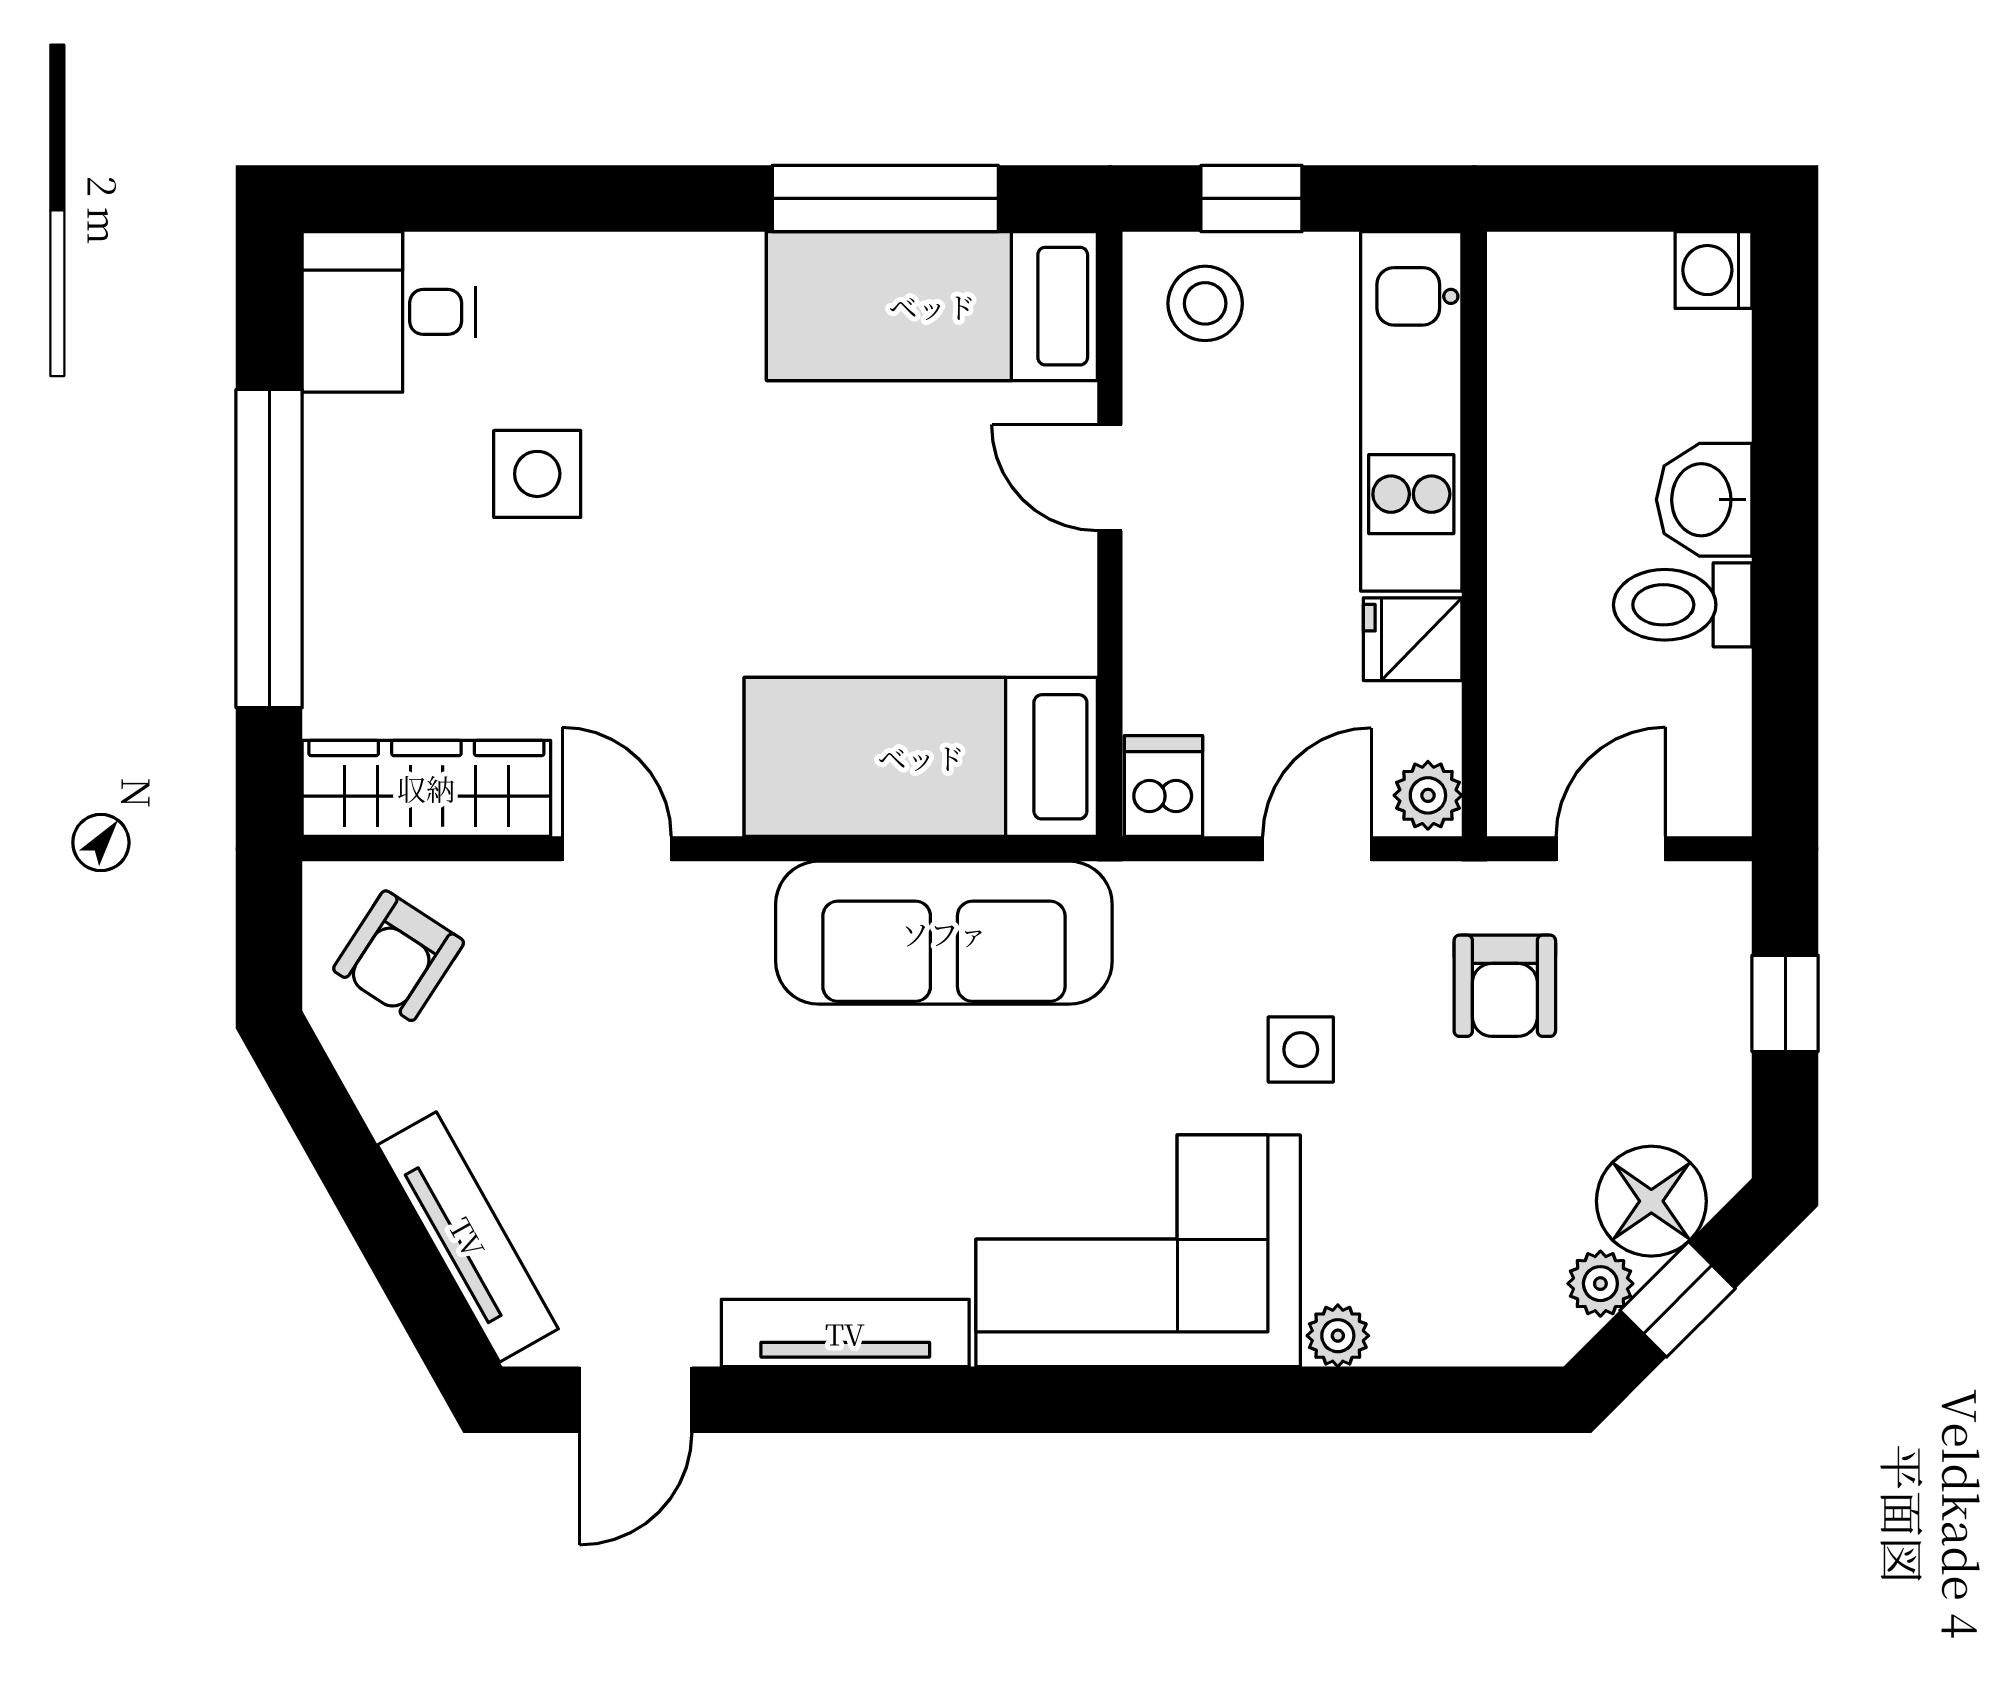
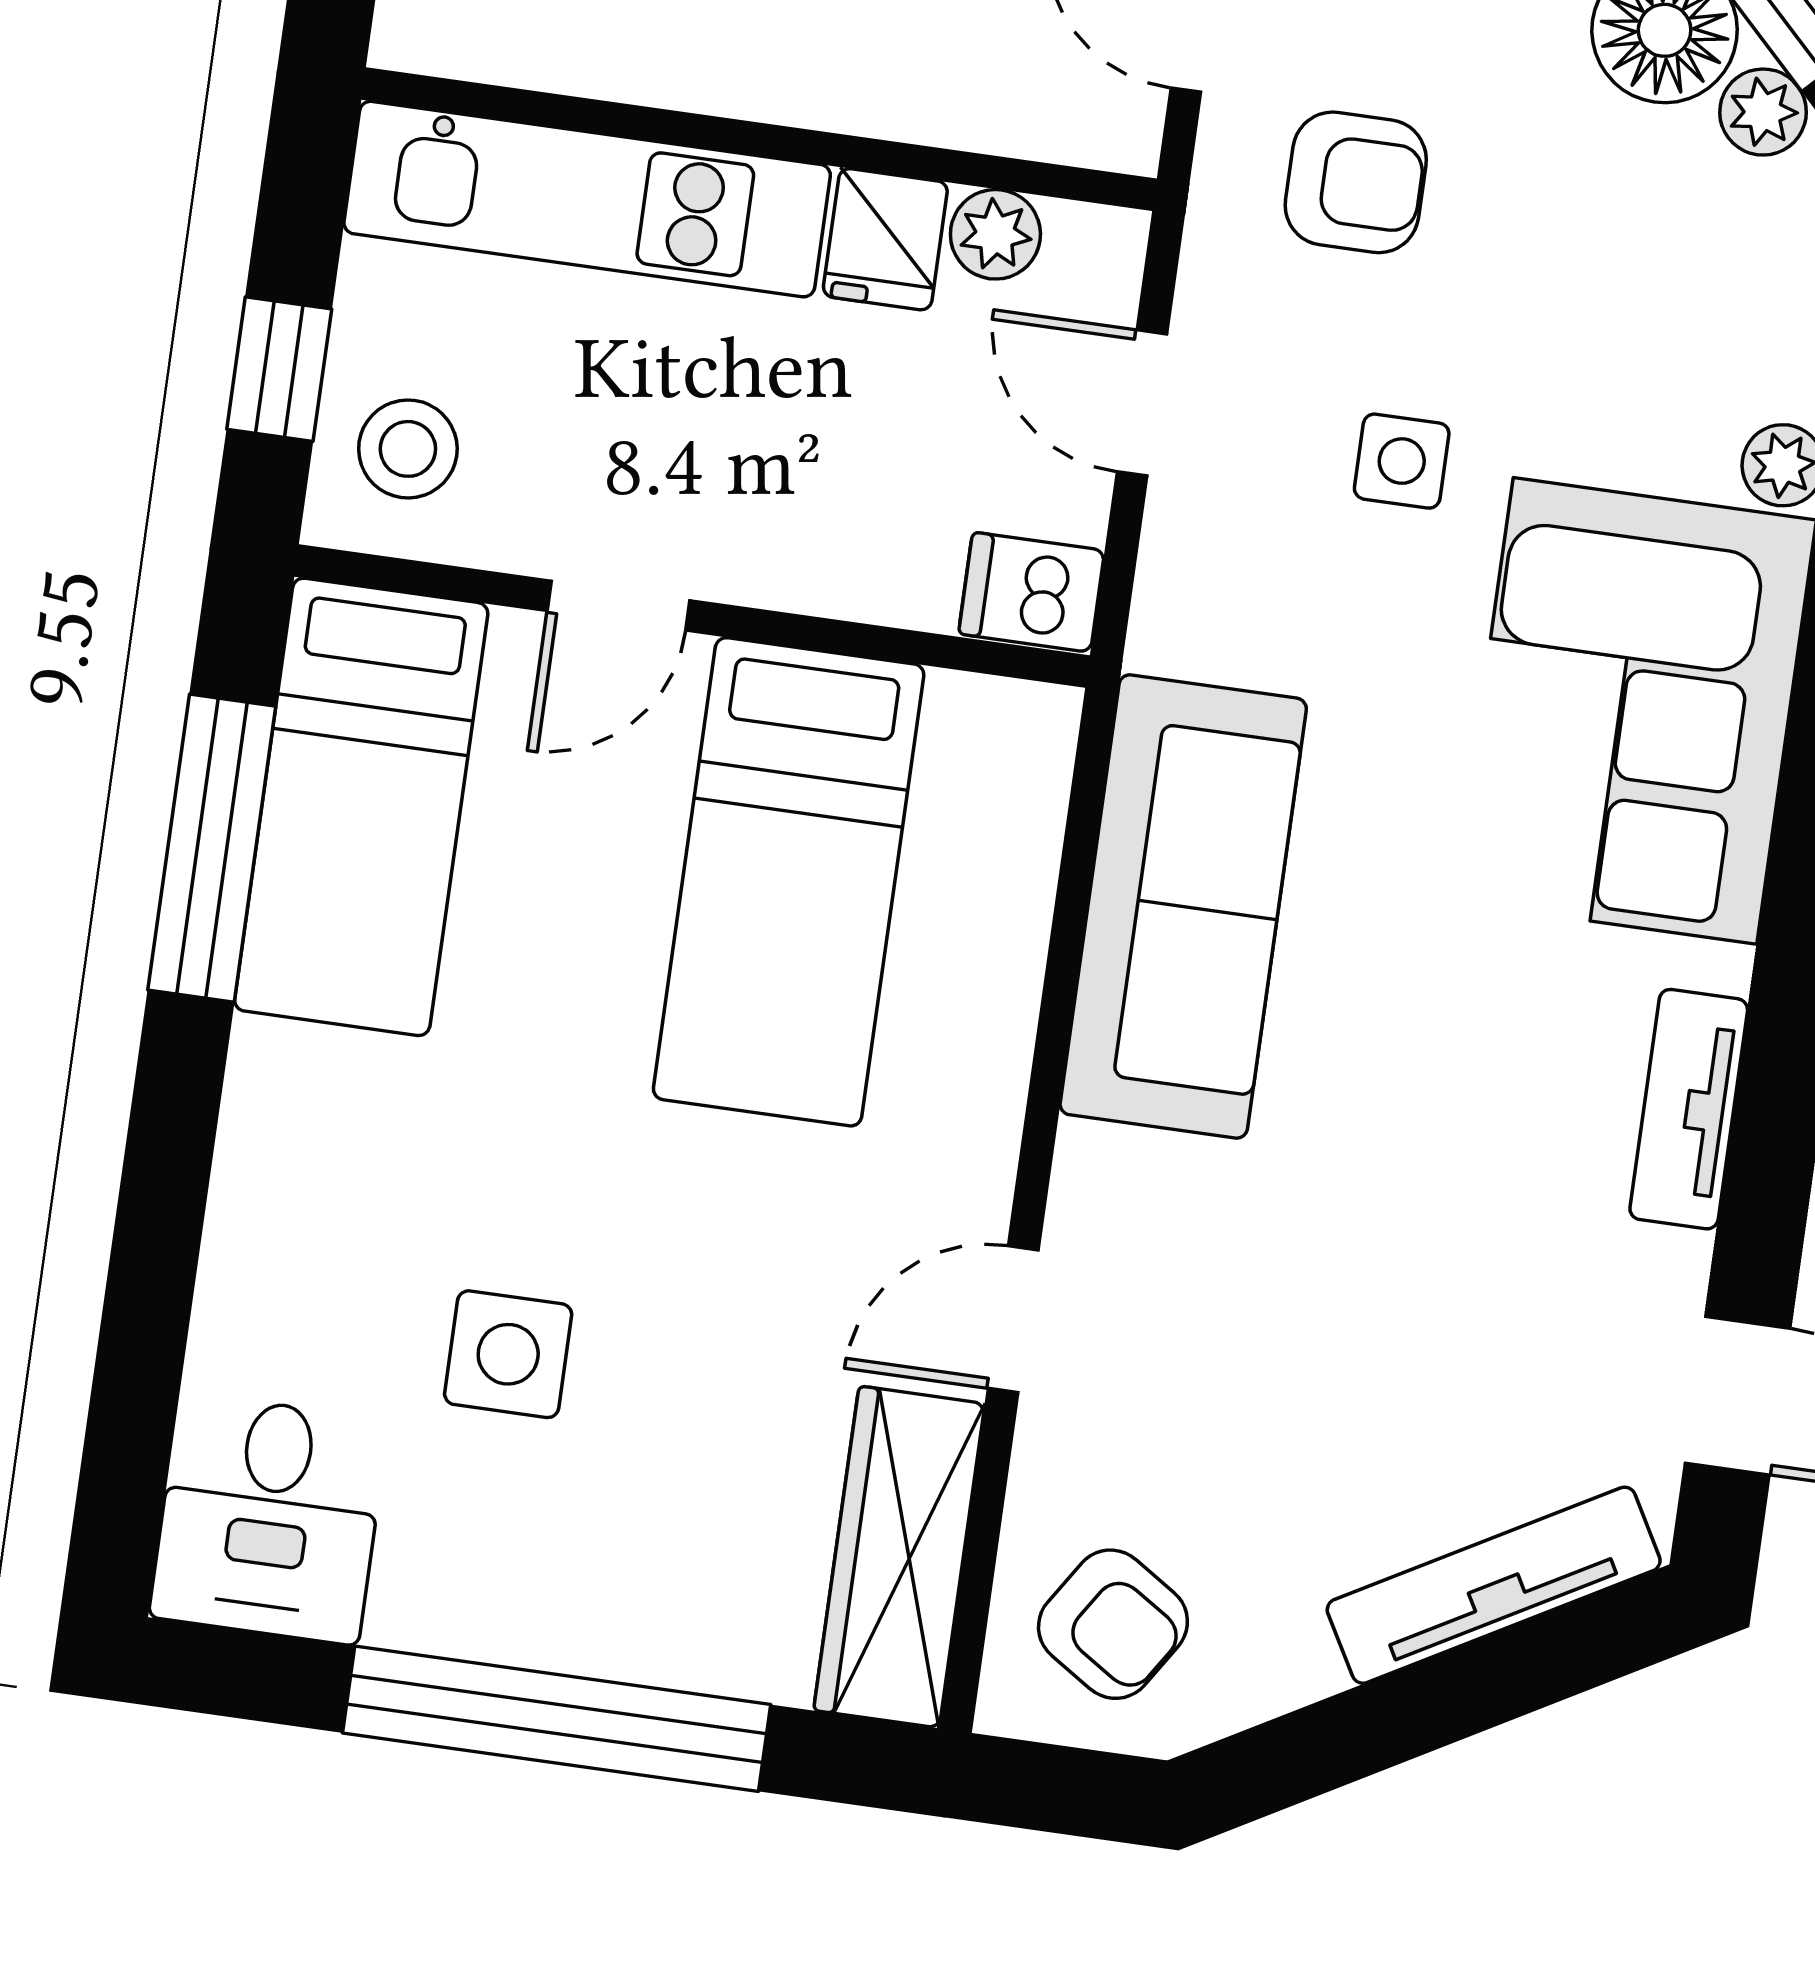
bed: (921, 757) -> (789, 882), moved
plant: (1428, 795) -> (995, 234), moved
tv unit: (845, 1333) -> (1689, 1109), width x0.71

